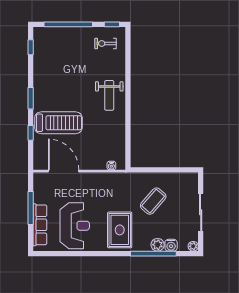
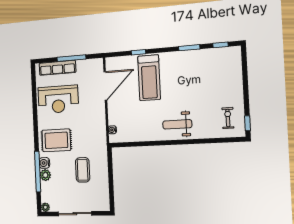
window: (68, 24) -> (245, 80), removed
window: (31, 98) -> (189, 48), moved
coffee table: (153, 201) -> (83, 170), turned 49
water cooler: (171, 245) -> (44, 163), moved

